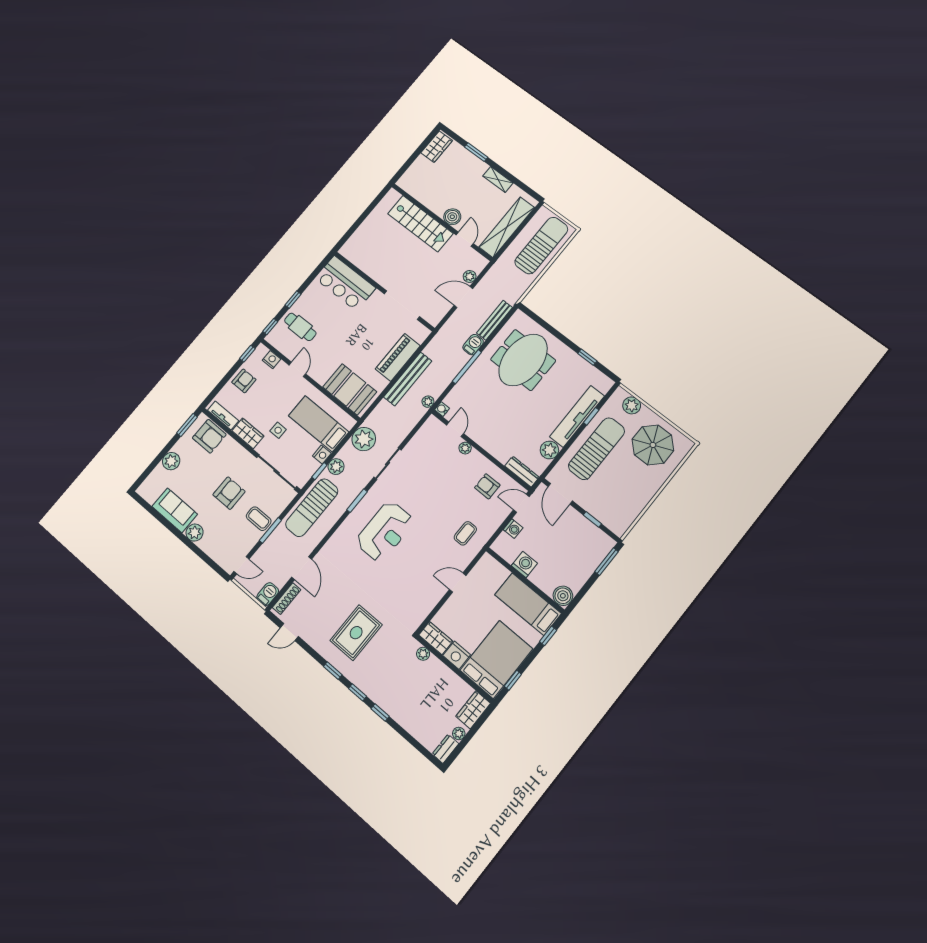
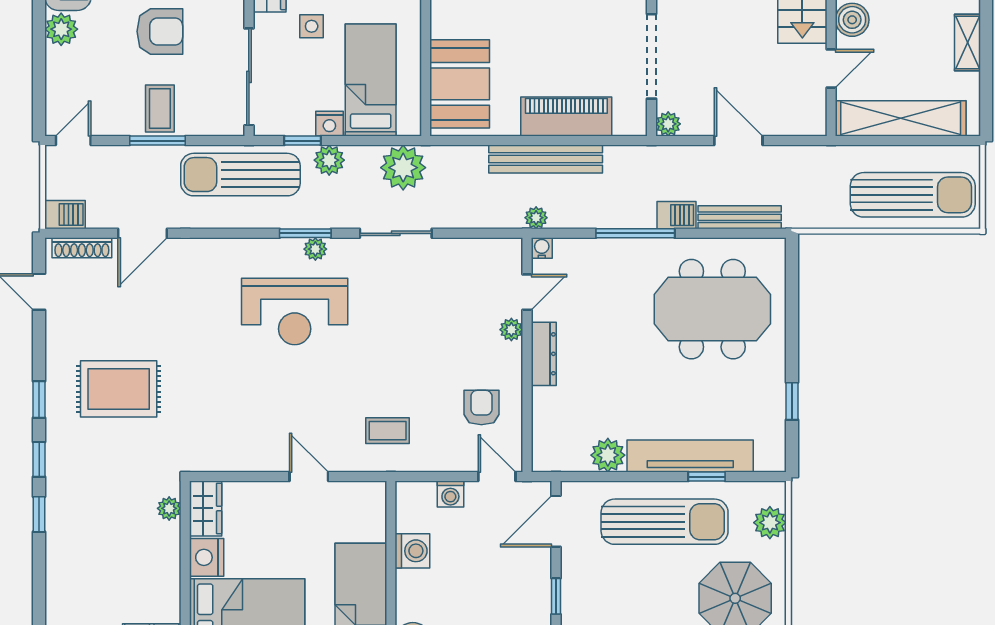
plant: (470, 276) -> (668, 124), moved
dresser: (522, 472) -> (544, 354), moved
plant: (367, 502) -> (315, 249), added
door: (241, 565) -> (73, 141), swing flipped

